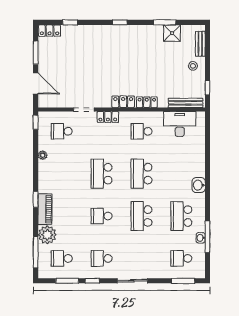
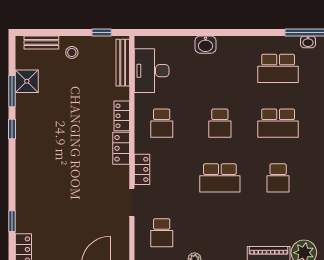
window: (120, 22) -> (12, 129), moved
school desk: (141, 174) -> (220, 123), width x0.54
washbasin: (199, 185) -> (205, 45), moved

